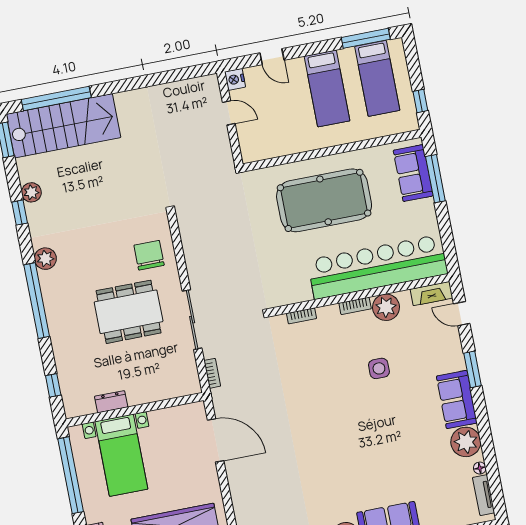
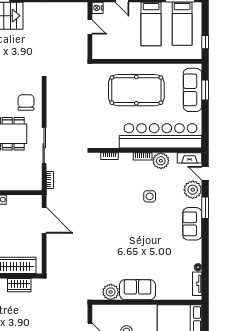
sofa: (413, 173) -> (192, 90), width x1.36
window: (435, 179) -> (205, 90), width x0.69
plant: (466, 442) -> (193, 190), moved

